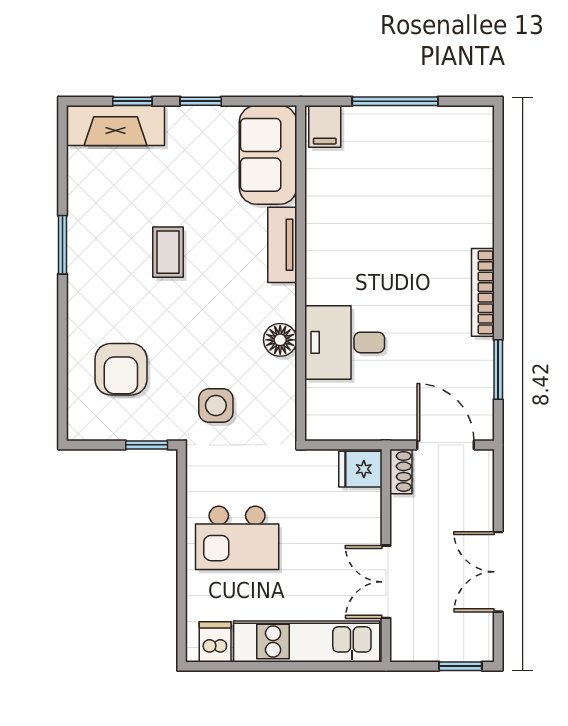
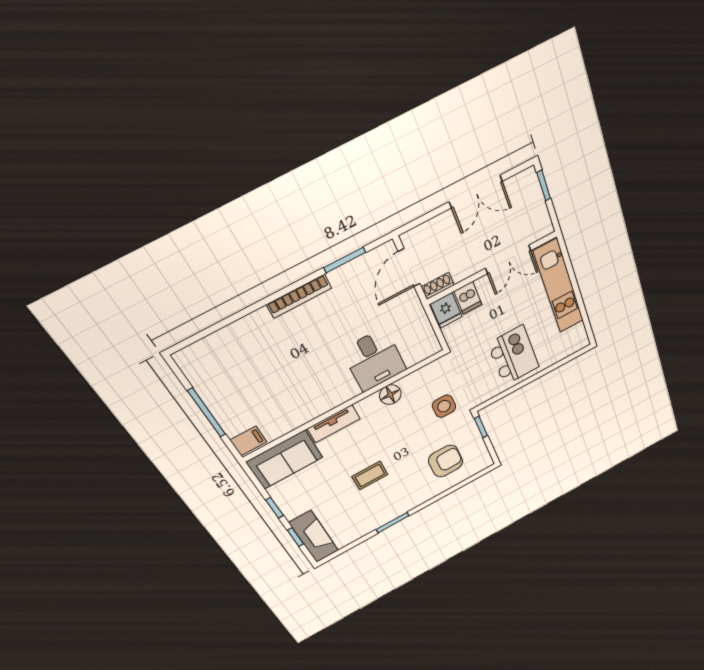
dishwasher: (215, 642) -> (468, 298), moved, turned -90

